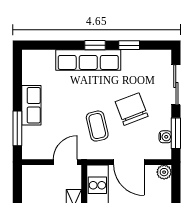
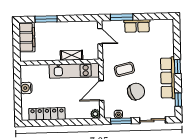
window: (129, 45) -> (178, 100), moved
row of seats: (88, 60) -> (168, 78), moved
door: (65, 162) -> (100, 36), moved

